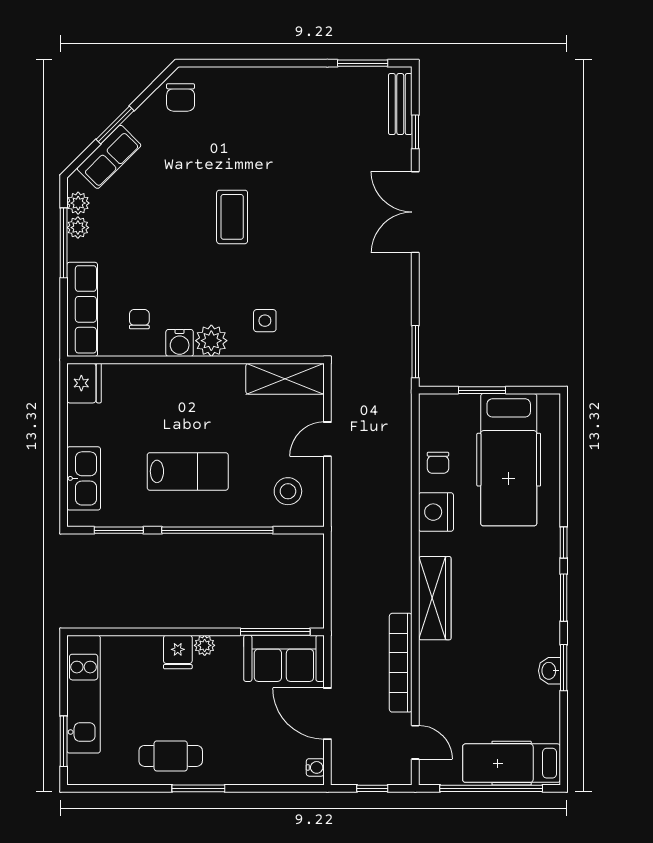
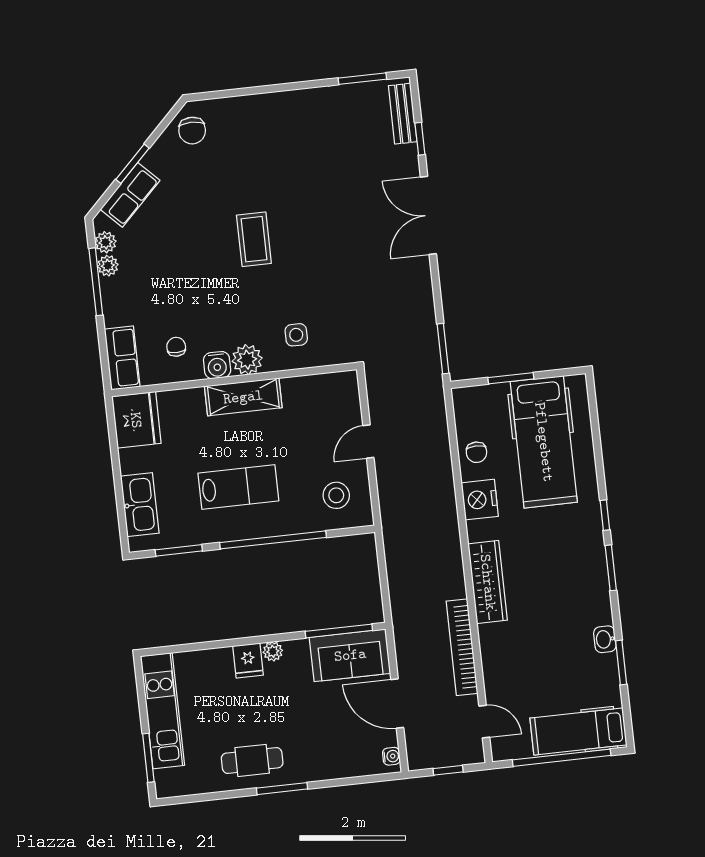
row of seats: (82, 309) -> (122, 358), width x0.68
shelving: (285, 379) -> (243, 397), moved
fridge: (84, 383) -> (136, 420), width x1.36, depth x1.34
window: (564, 668) -> (621, 662), moved

